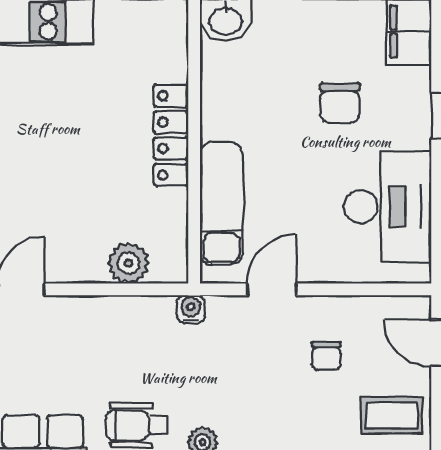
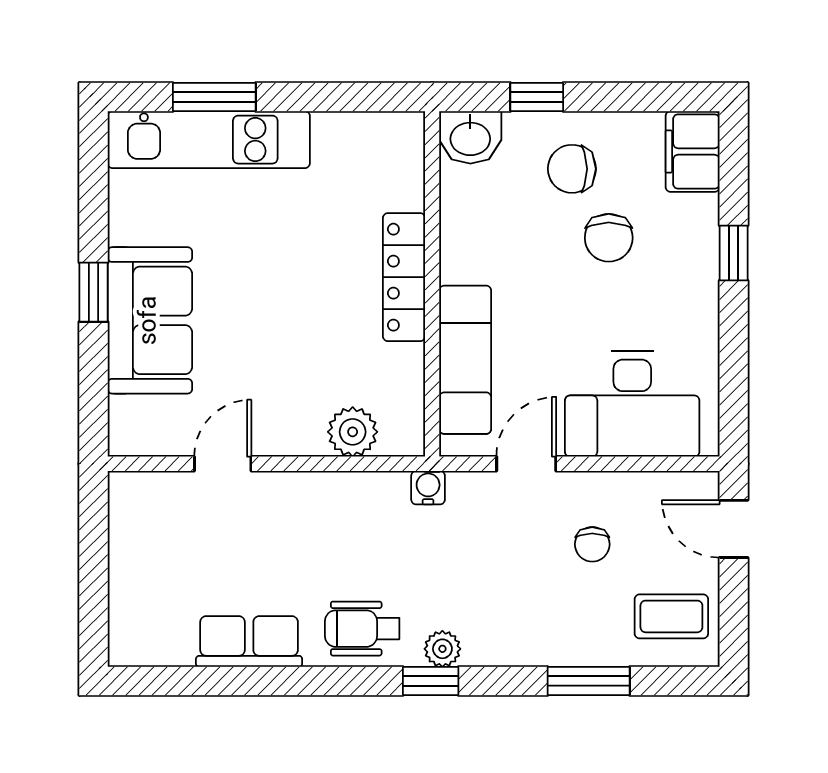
chair: (309, 46) -> (572, 169), added
desk: (388, 207) -> (632, 404), moved, turned 90

